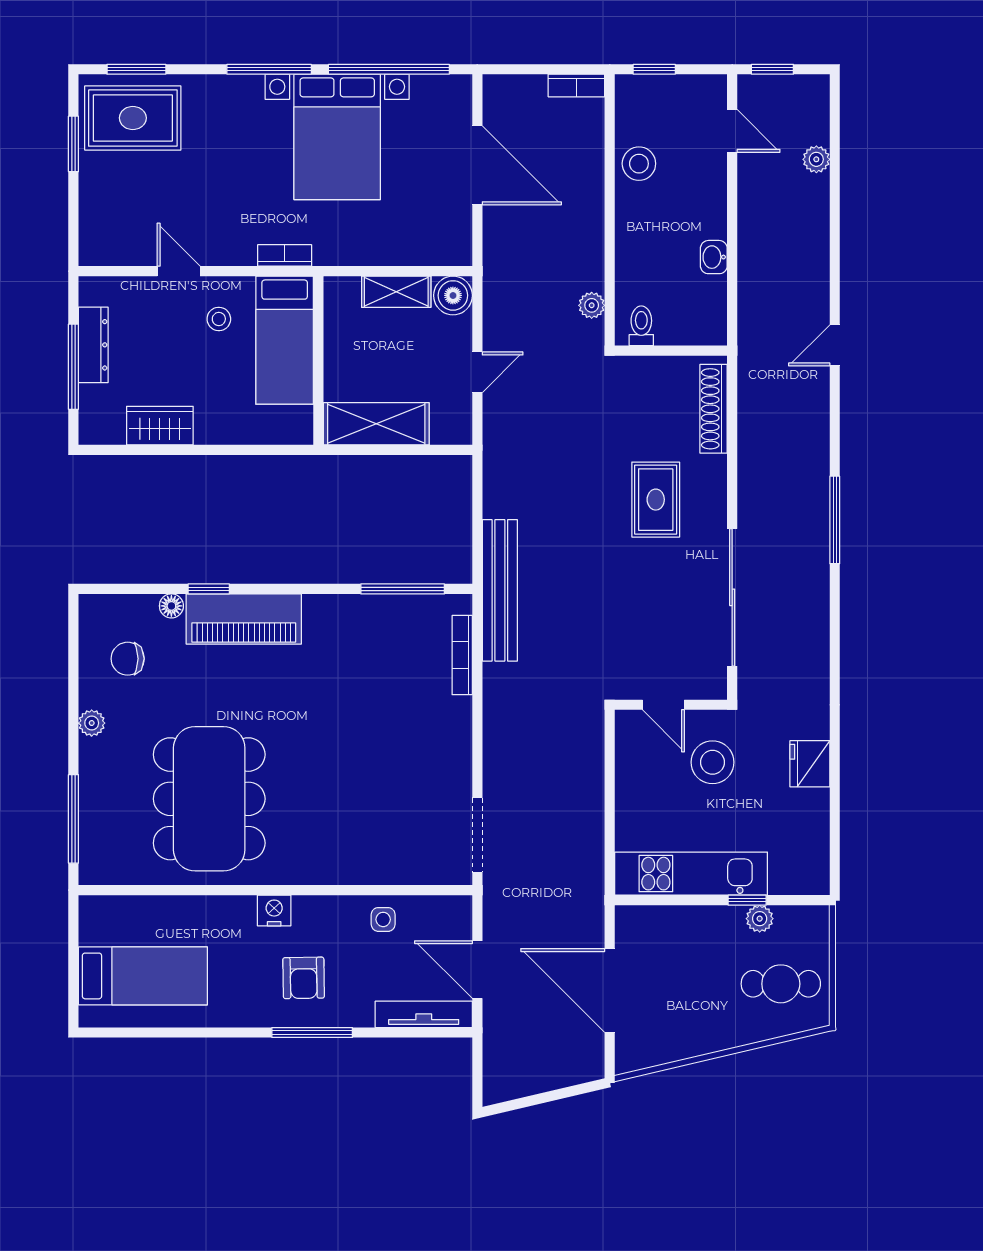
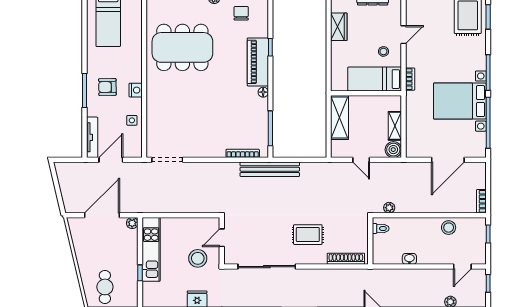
floor lamp: (171, 606) -> (263, 92), moved
nightstand: (274, 911) -> (136, 90), moved
plant: (760, 919) -> (132, 223), moved

